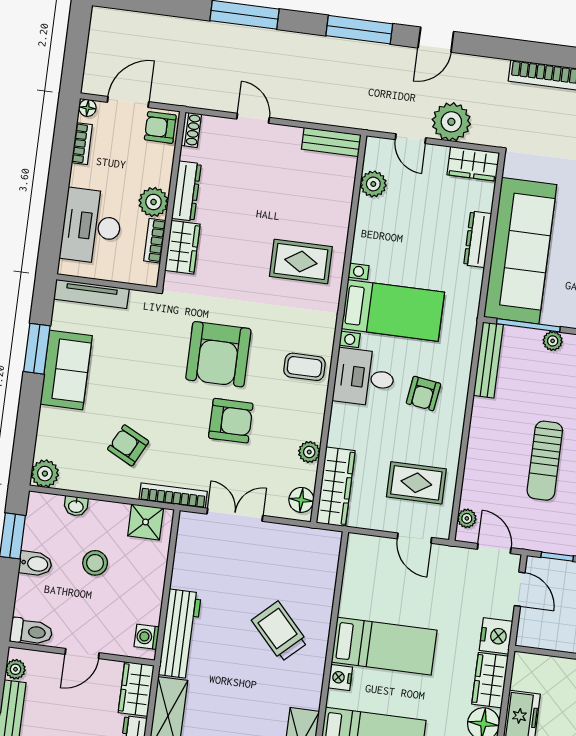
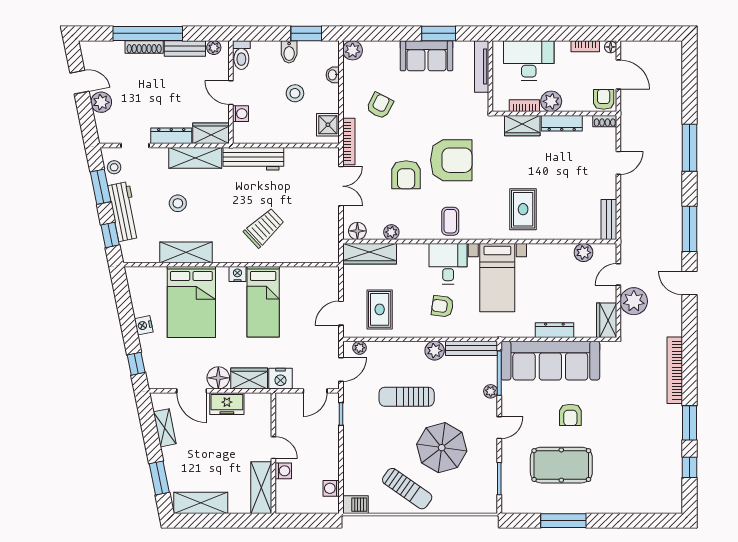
armchair: (218, 354) -> (451, 160), turned 180
plant: (485, 413) -> (435, 351), added
washing machine: (147, 637) -> (241, 114), moved, turned 90

